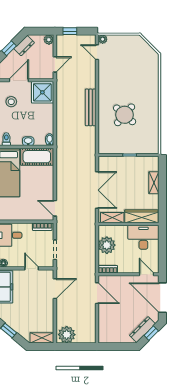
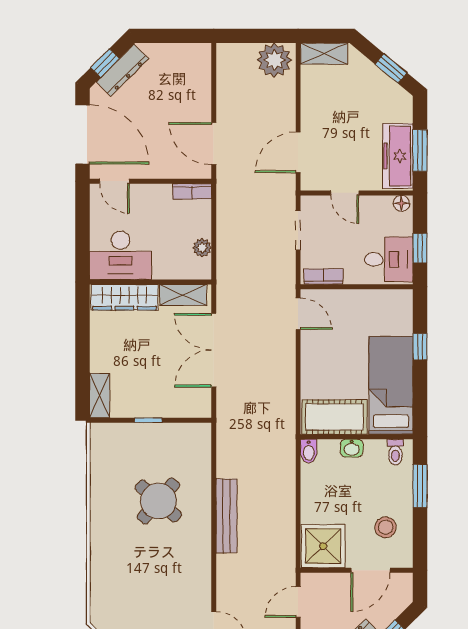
shelving: (154, 183) -> (100, 396), moved
plant: (107, 245) -> (202, 248), width x0.53, depth x0.53

